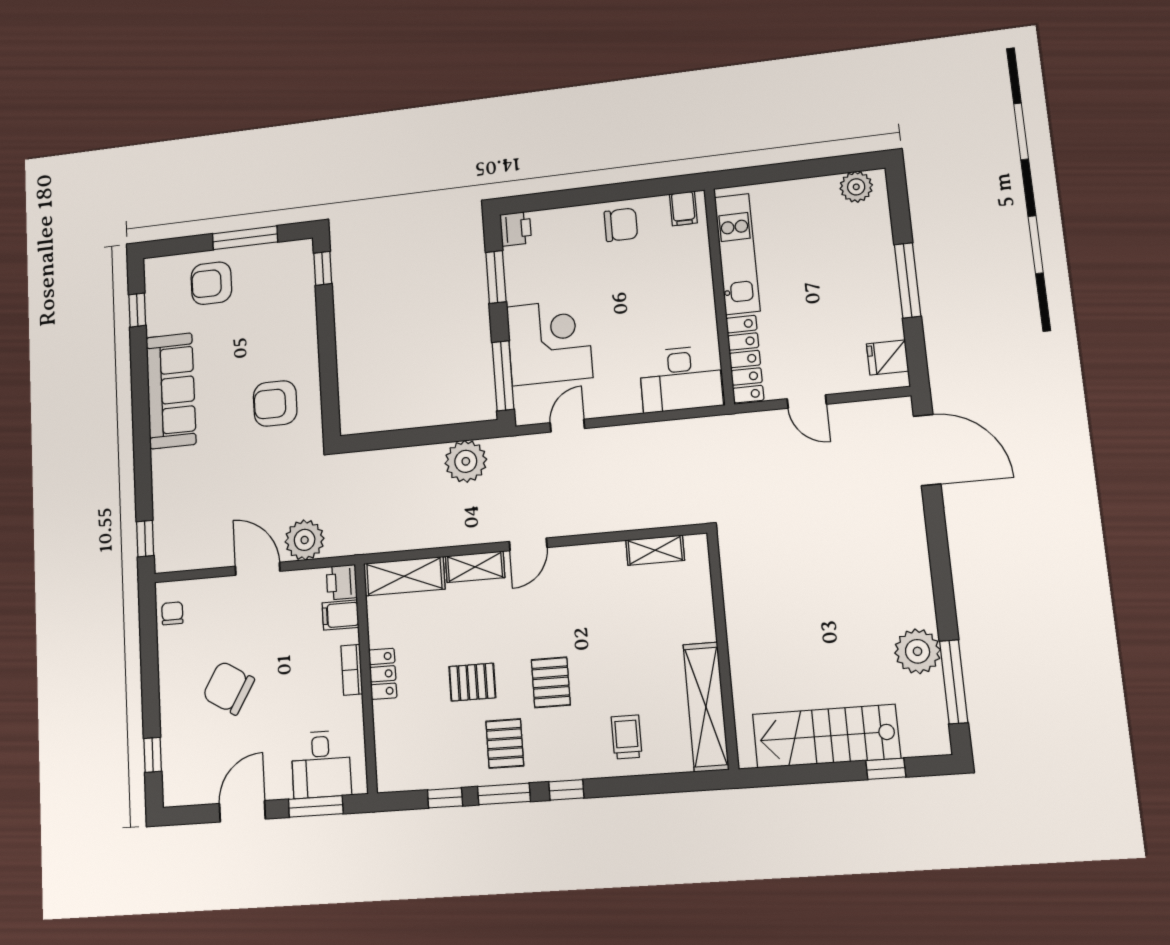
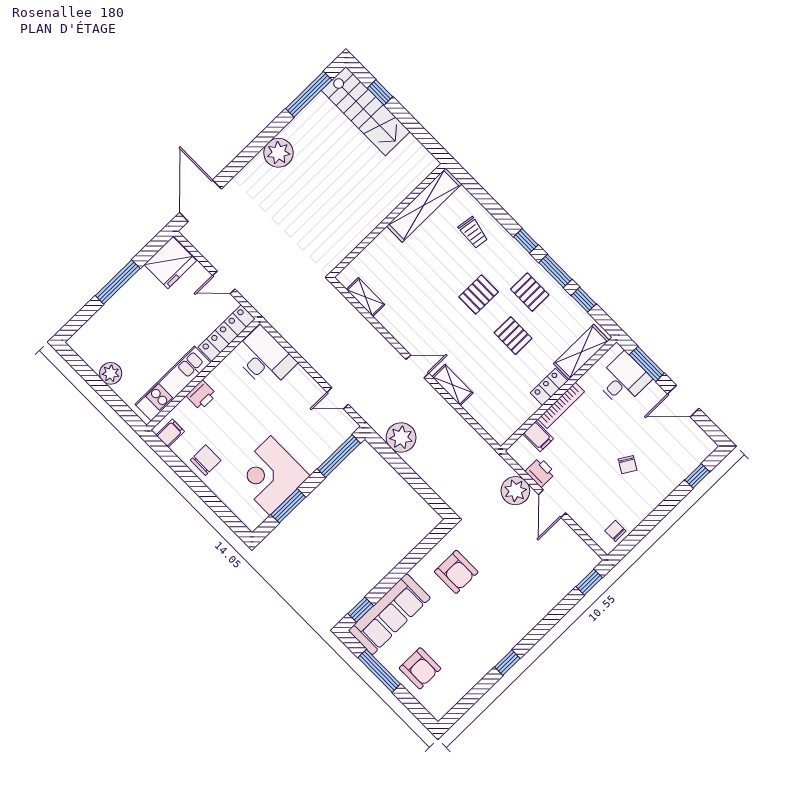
plant: (856, 187) -> (111, 373), moved
chair: (621, 225) -> (206, 460), turned 90
printer: (516, 229) -> (201, 395), moved, turned 180
window: (137, 310) -> (507, 663), moved
corner desk: (550, 342) -> (270, 476), moved
fridge: (888, 357) -> (170, 263), width x1.88, depth x1.34
sofa: (171, 391) -> (389, 614), moved, turned 180
door: (807, 401) -> (224, 282), swing flipped
shelving: (404, 576) -> (581, 352), moved, turned 90
printer: (342, 582) -> (540, 472), moved, turned -90
chair: (172, 613) -> (615, 531), turned 90
plant: (918, 651) -> (278, 153), moved
bookcase: (352, 670) -> (561, 405), width x1.56
chair: (228, 688) -> (627, 465), width x0.54, depth x0.54
stairs: (826, 736) -> (366, 111), moved
trolley: (627, 737) -> (473, 233), turned -82
pallet: (505, 744) -> (530, 292), turned 90

